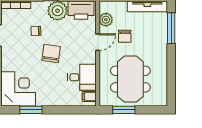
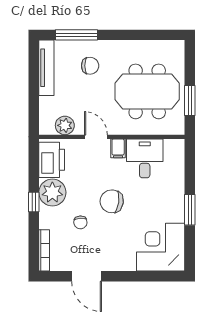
chair: (125, 36) -> (90, 66), moved
filing cabinet: (89, 97) -> (118, 148), moved
window: (31, 110) -> (190, 210), moved

